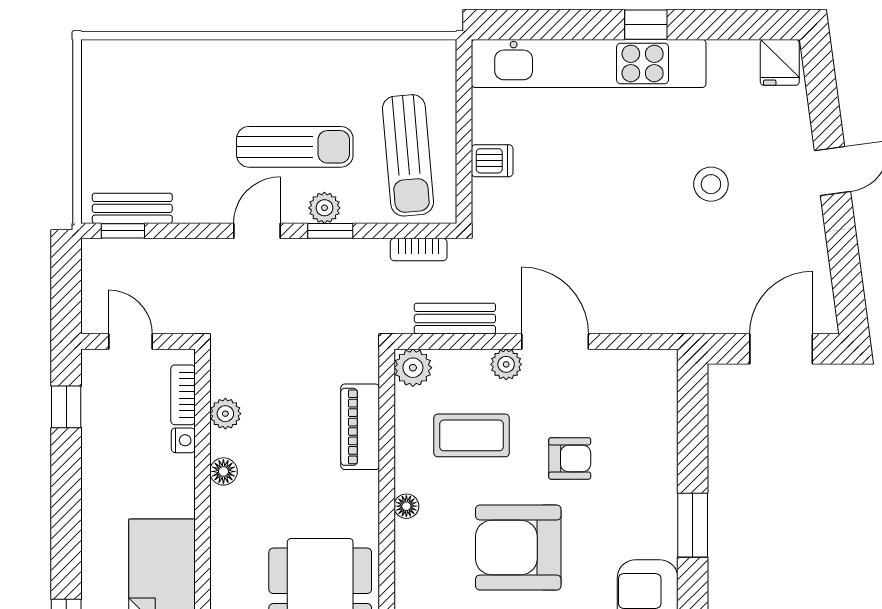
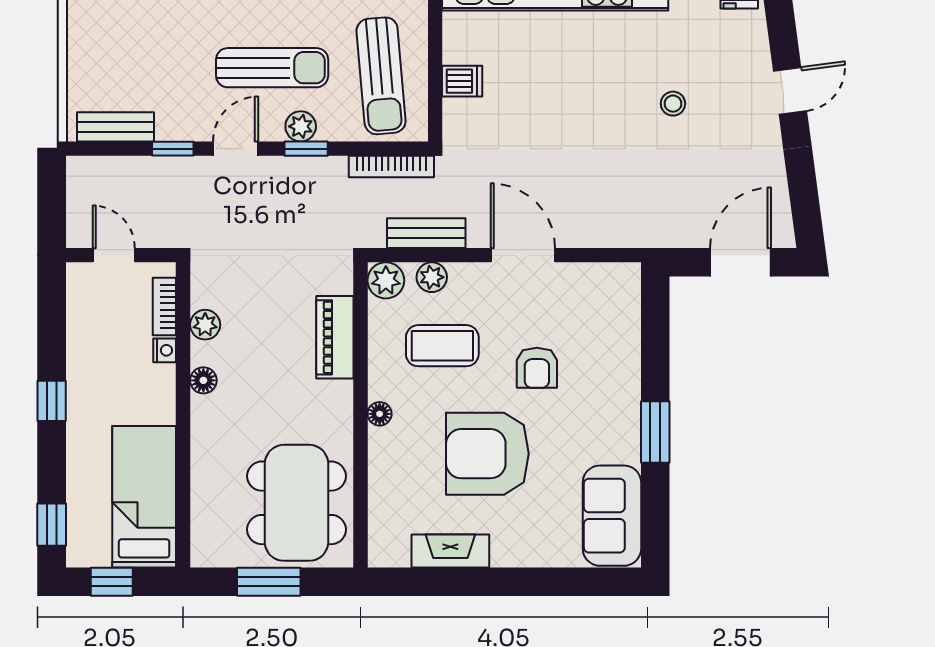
stool: (711, 184) -> (673, 104), width x0.73, depth x0.73
window: (123, 231) -> (173, 149), moved
bookcase: (419, 250) -> (391, 167), width x1.56
plant: (506, 364) -> (432, 277), moved
window: (66, 407) -> (52, 401), moved
armchair: (570, 458) -> (537, 368), turned 90

